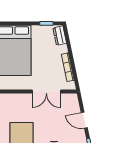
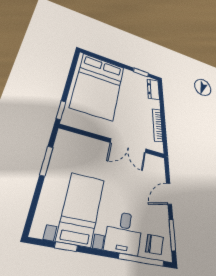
door: (84, 120) -> (169, 194), hinge flipped

